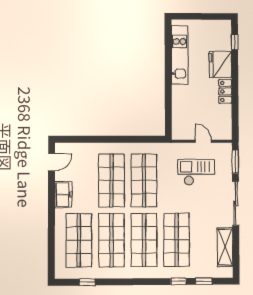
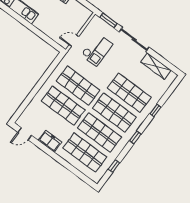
door: (203, 141) -> (74, 41), moved
door: (52, 162) -> (25, 134), swing flipped
checkout: (196, 172) -> (97, 50), turned 180
window: (204, 281) -> (135, 137), moved

